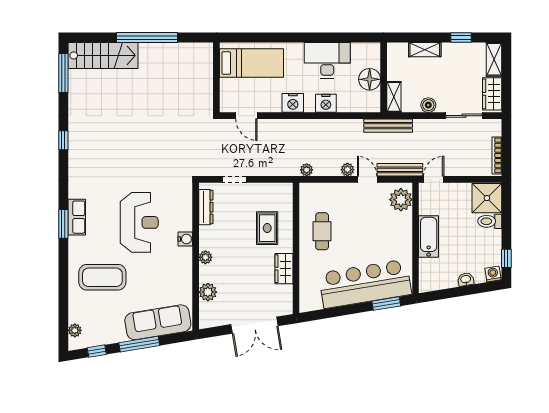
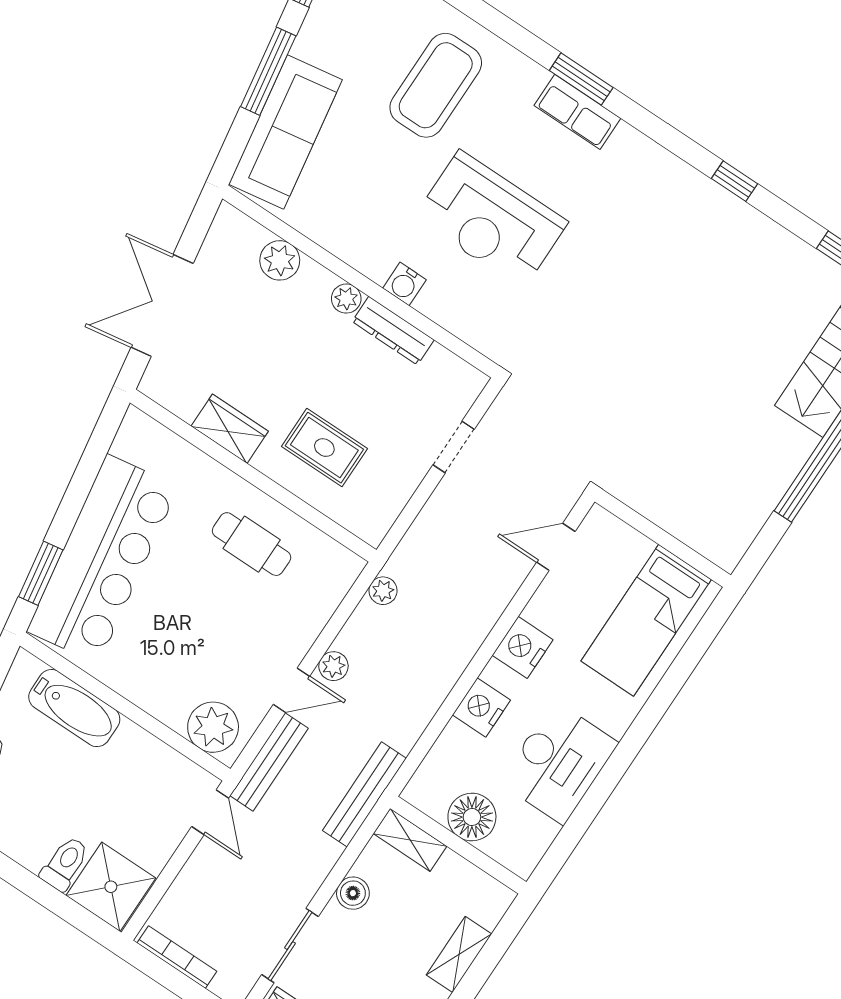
dresser: (206, 207) -> (393, 331), moved
bathtub: (429, 237) -> (74, 708), moved

